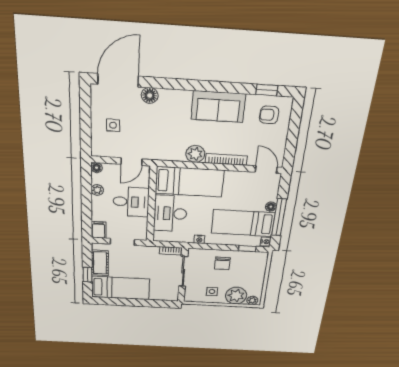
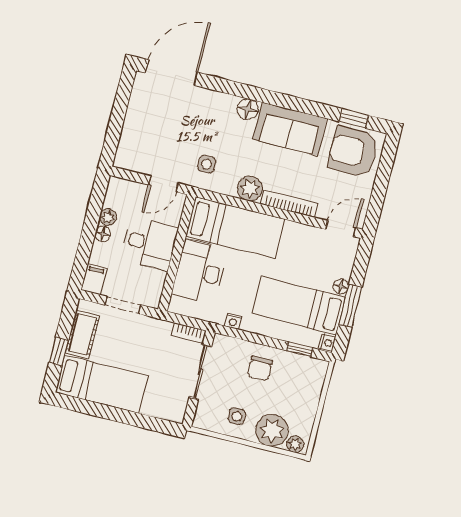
floor lamp: (150, 95) -> (248, 109), moved
armchair: (269, 115) -> (353, 152), width x1.88, depth x1.88
side table: (113, 125) -> (207, 164), moved
floor lamp: (97, 168) -> (103, 234), moved
door: (266, 170) -> (341, 229), hinge flipped
window: (279, 217) -> (350, 306), width x0.69

